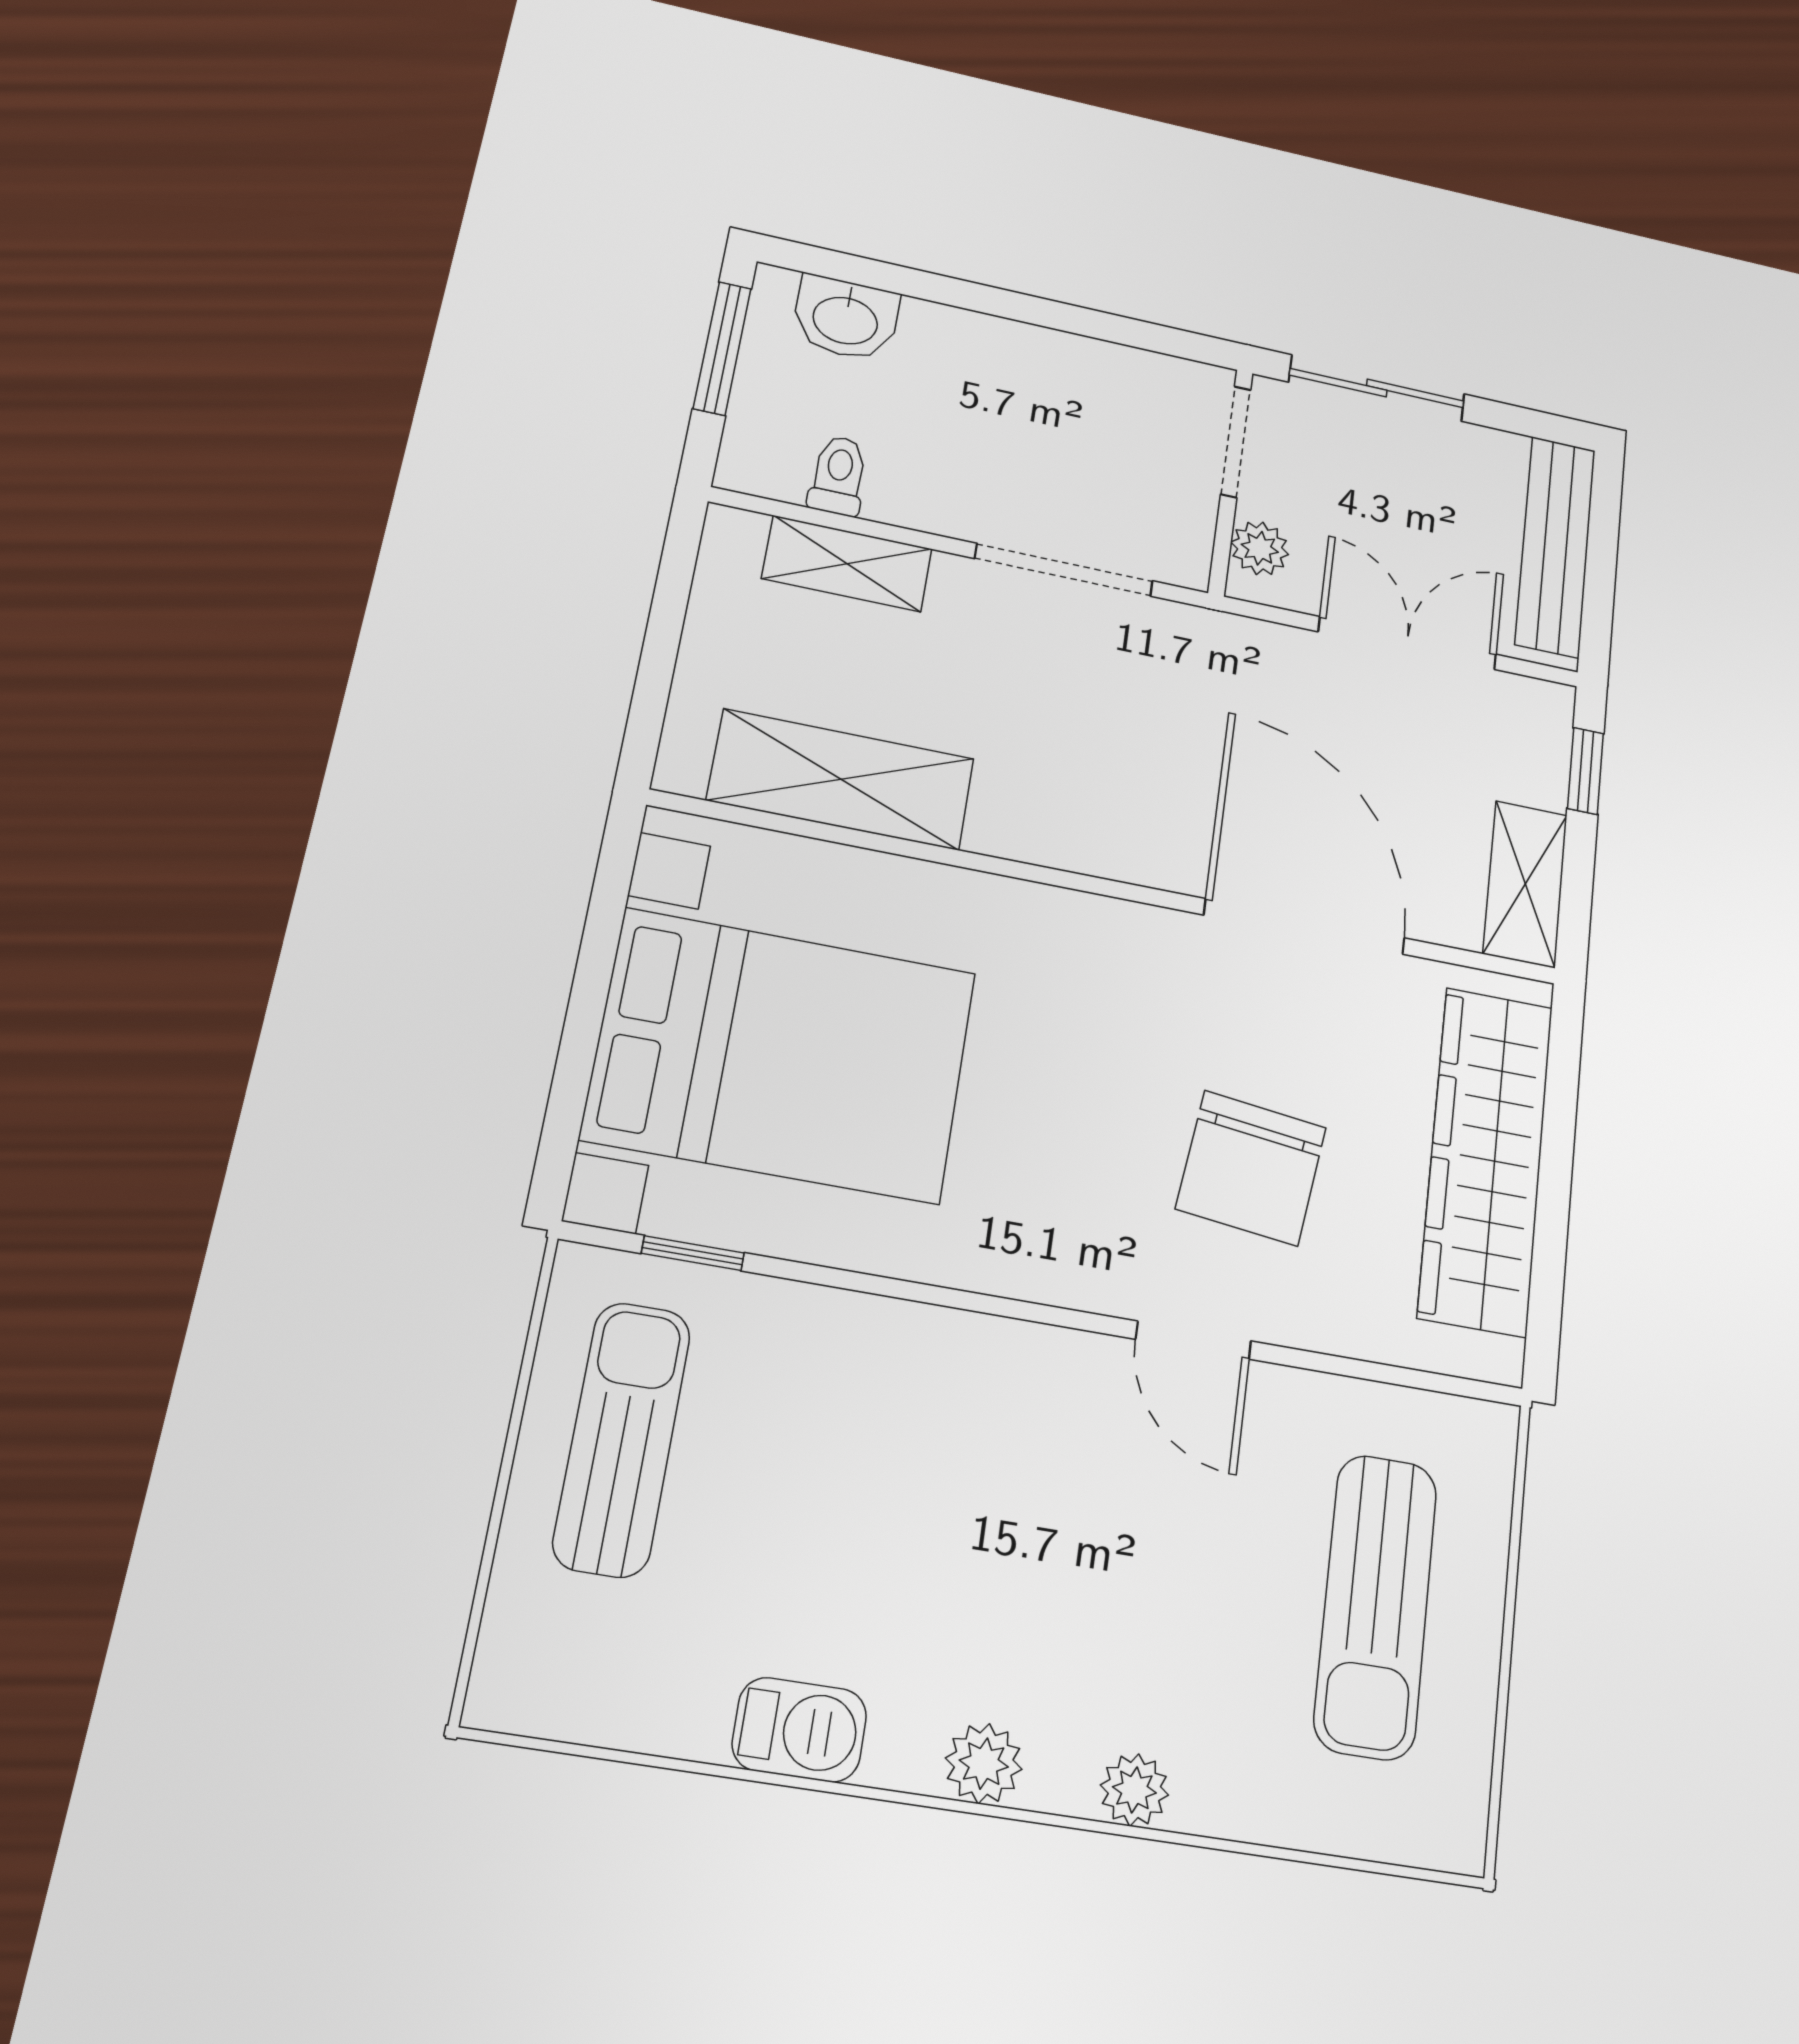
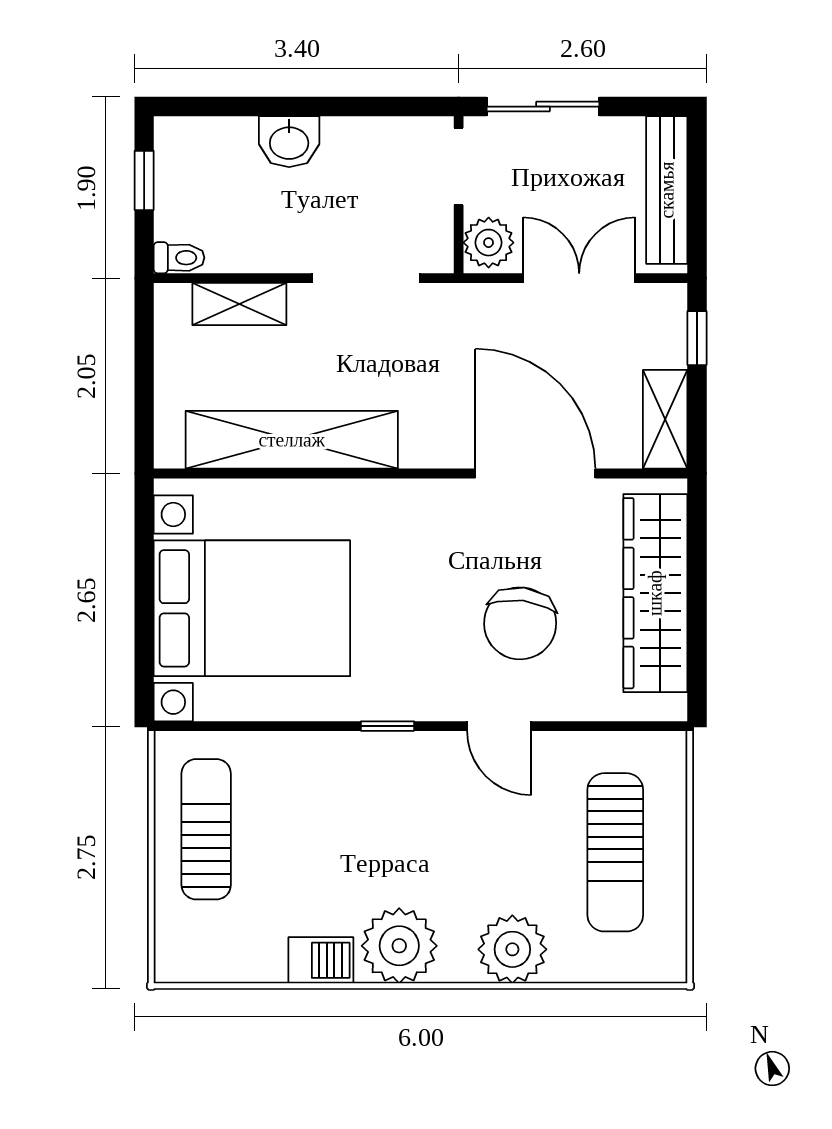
washbasin: (846, 318) -> (289, 142), moved
window: (722, 348) -> (144, 180), width x0.67
toilet: (838, 475) -> (179, 258), moved, turned 90
plant: (1260, 548) -> (489, 243), width x1.38, depth x1.38
shelving: (841, 779) -> (292, 440), width x1.47
window: (693, 1253) -> (388, 726), moved
plant: (984, 1764) -> (399, 946), width x1.87, depth x1.87
plant: (1134, 1790) -> (512, 949), width x1.88, depth x1.88

